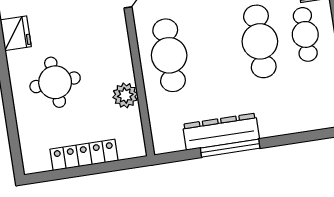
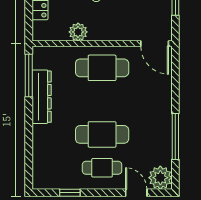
window: (230, 148) -> (29, 76), moved

